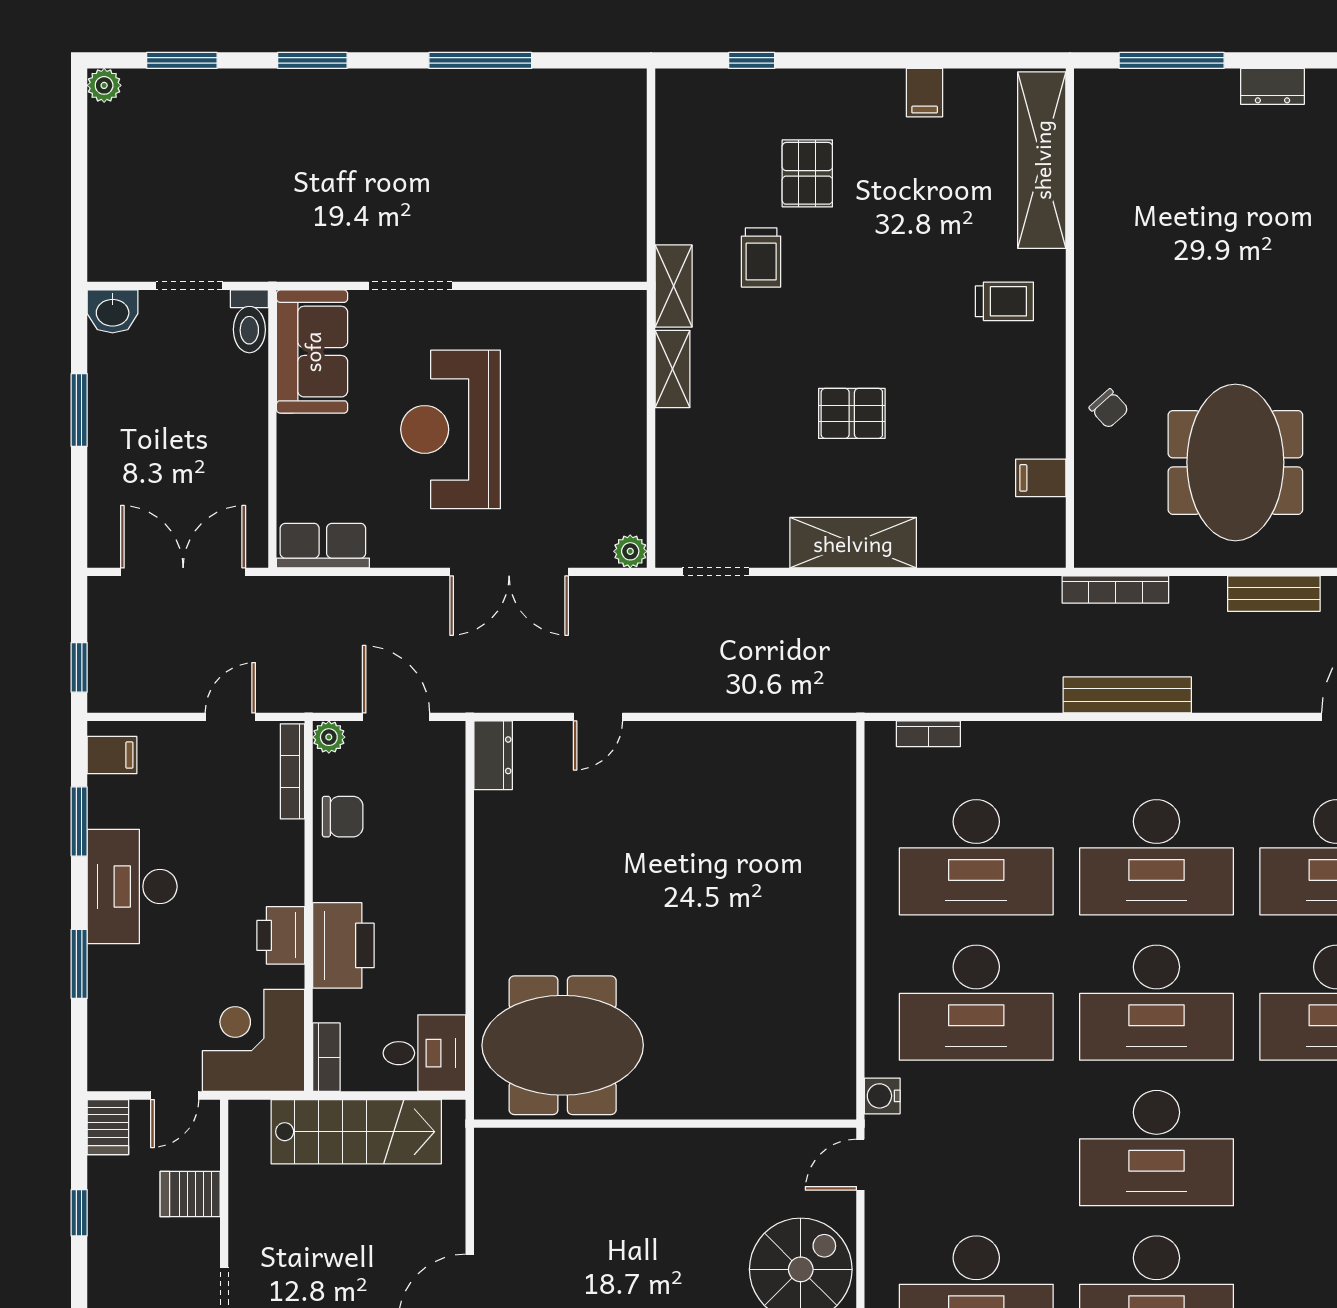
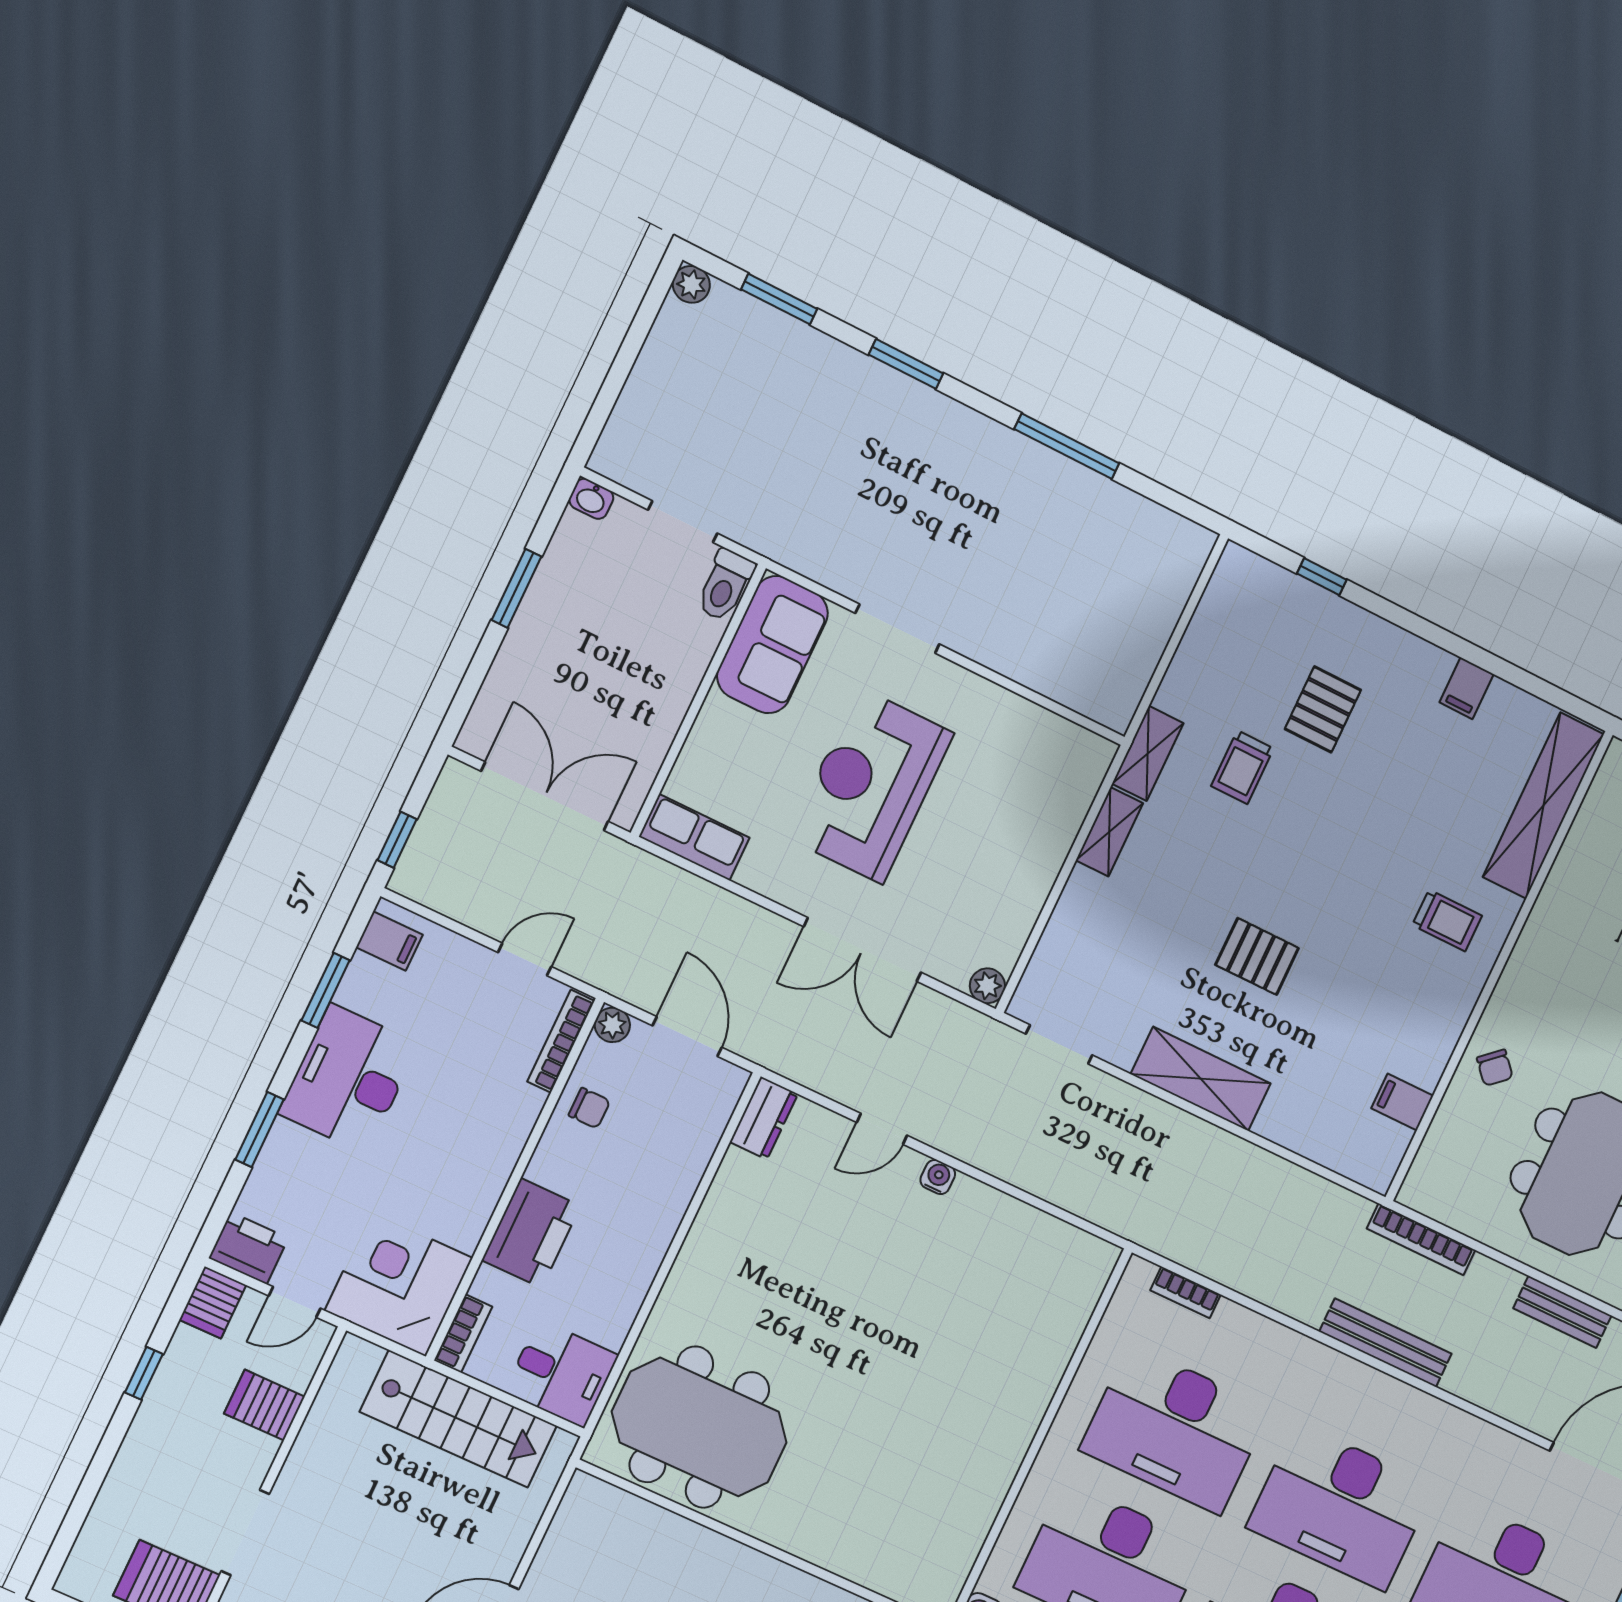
washbasin: (113, 311) -> (591, 499), width x0.72, depth x0.69
water cooler: (665, 735) -> (938, 1177), added
chair: (343, 817) -> (589, 1108), width x0.73, depth x0.73
printer: (281, 935) -> (249, 1248), moved, turned 90

